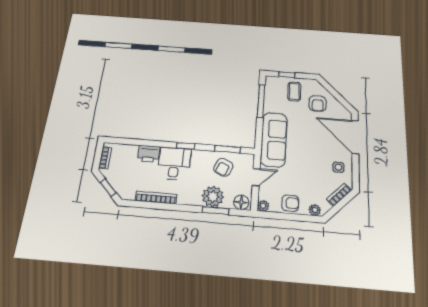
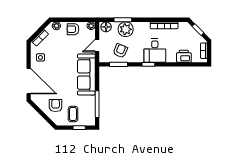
printer: (149, 154) -> (184, 56), moved

